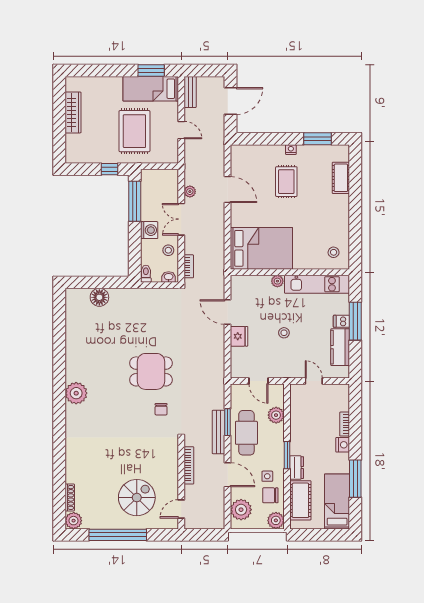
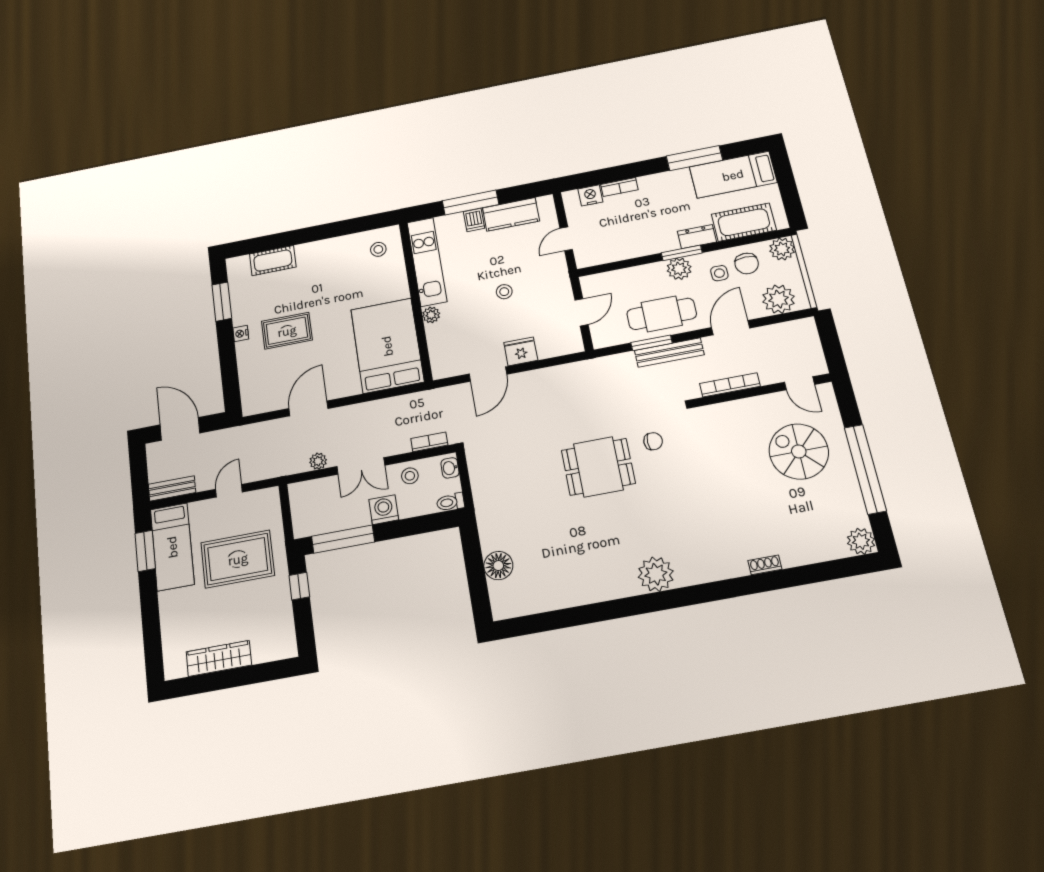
dining table: (151, 371) -> (598, 467), turned 90
plant: (276, 415) -> (679, 269), moved
nightstand: (343, 445) -> (590, 195), moved
shoe rack: (70, 497) -> (765, 565), moved, width x0.70

